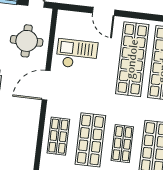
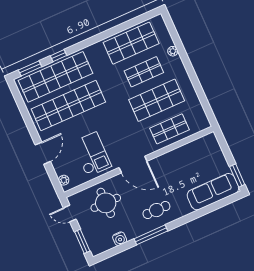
plant: (69, 16) -> (64, 180), added
checkout: (77, 54) -> (92, 154), turned 180

